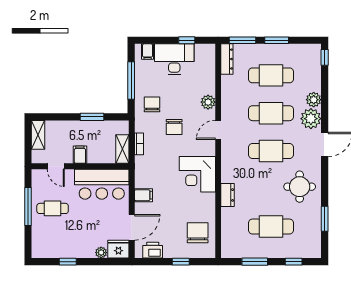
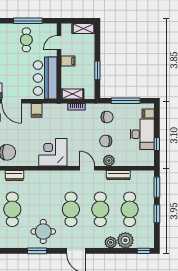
dresser: (227, 59) -> (118, 175), moved
plant: (311, 119) -> (125, 240), moved
chair: (174, 127) -> (106, 141), moved
dresser: (227, 195) -> (14, 176), moved
window: (325, 219) -> (37, 251), moved

